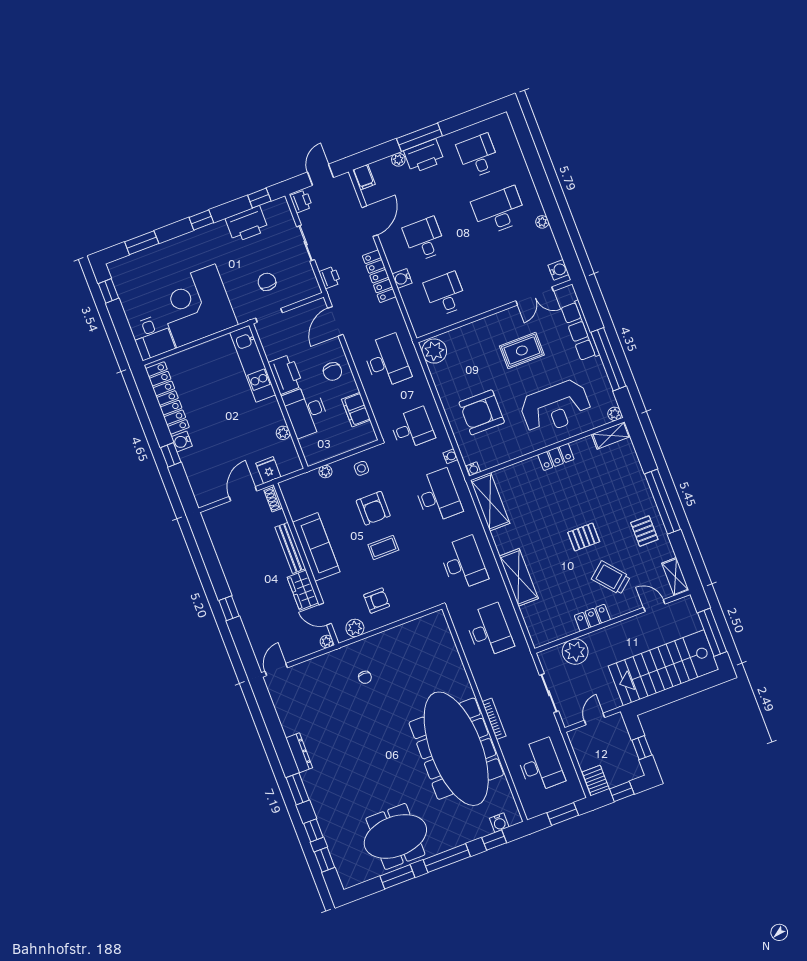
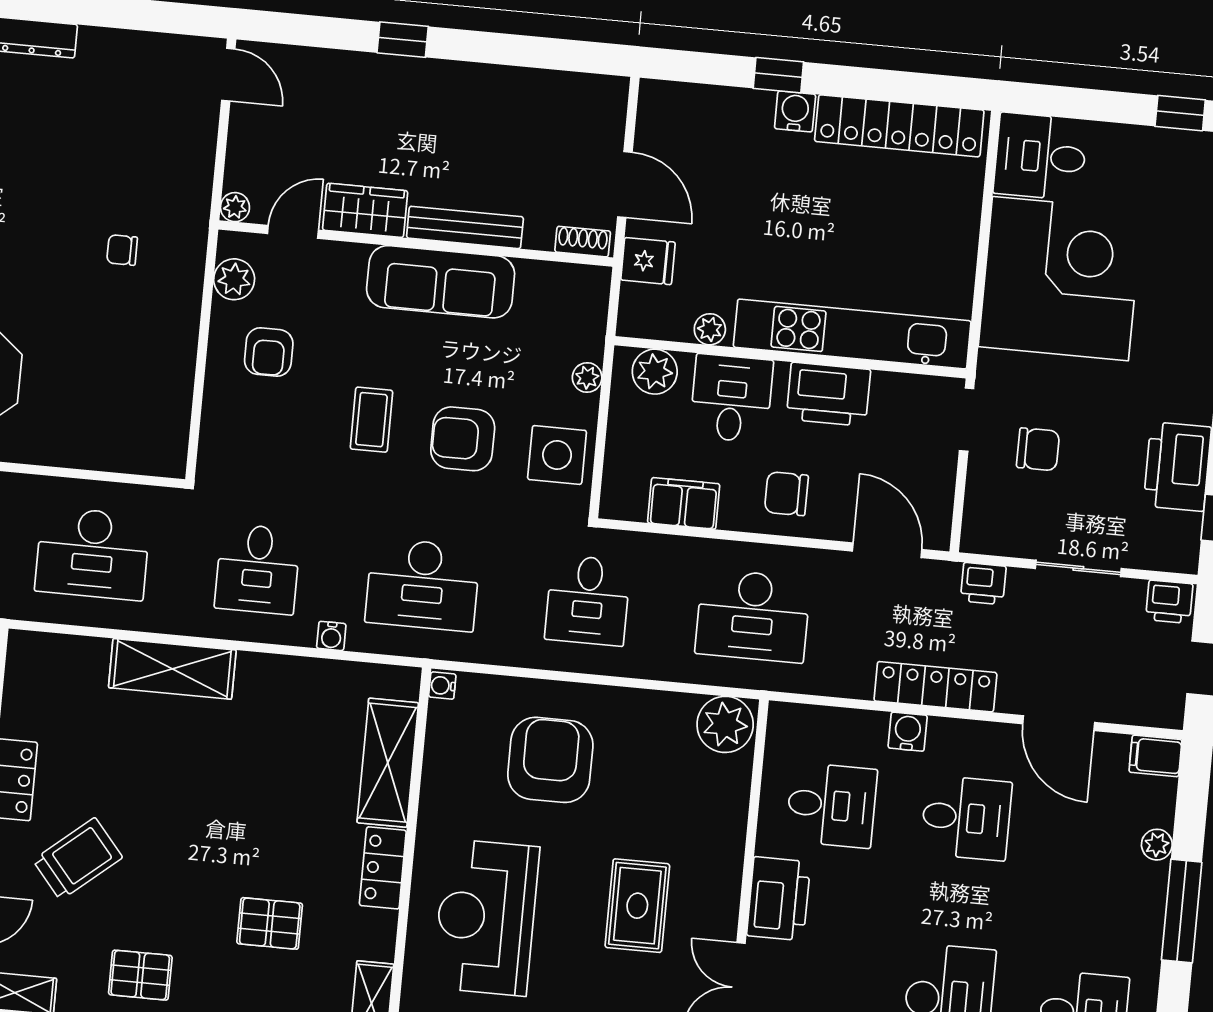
printer: (424, 156) -> (779, 899), moved, turned 180
kitchen unit: (253, 364) -> (852, 334), width x1.36
desk: (306, 411) -> (731, 398), width x0.73
plant: (310, 446) -> (655, 372), added
water cooler: (451, 456) -> (331, 636), moved
side table: (361, 468) -> (557, 455), width x1.87, depth x1.87
shelving: (490, 502) -> (388, 763), moved, turned 90
pallet: (584, 537) -> (270, 923), moved, turned 90
desk: (463, 563) -> (258, 569), width x0.73

